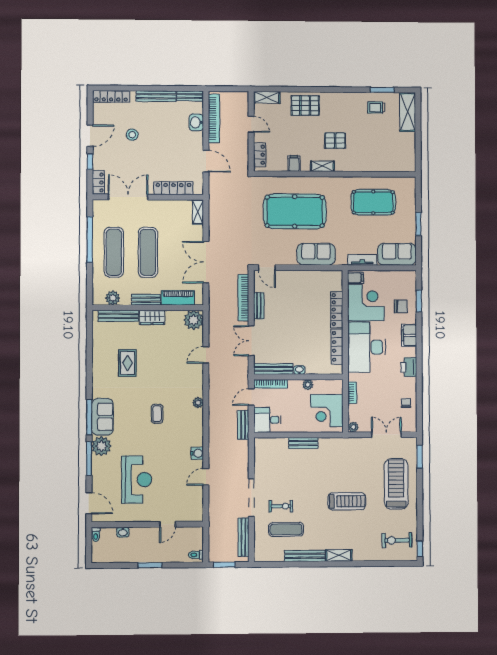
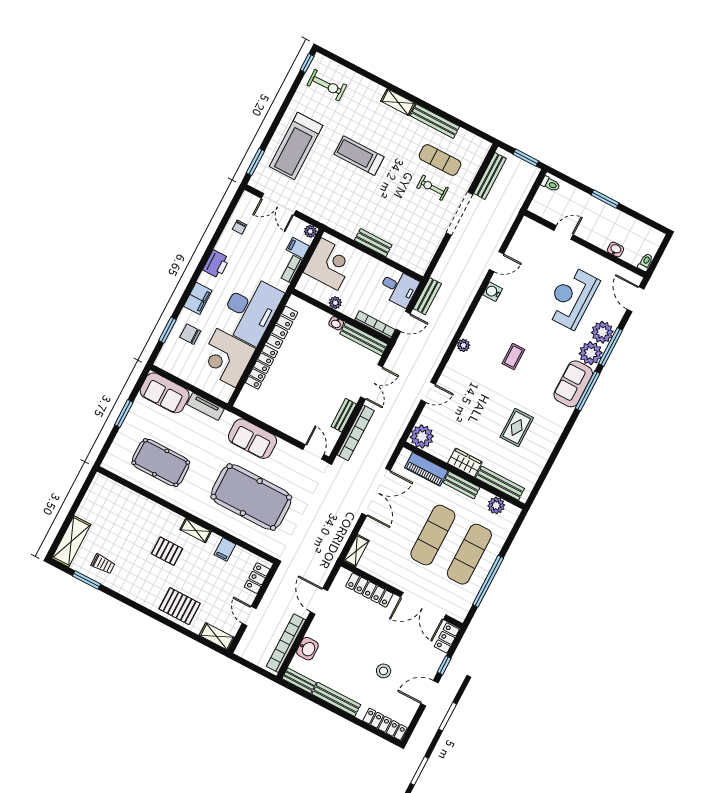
filing cabinet: (355, 278) -> (298, 248), moved
plant: (101, 466) -> (602, 332), added

